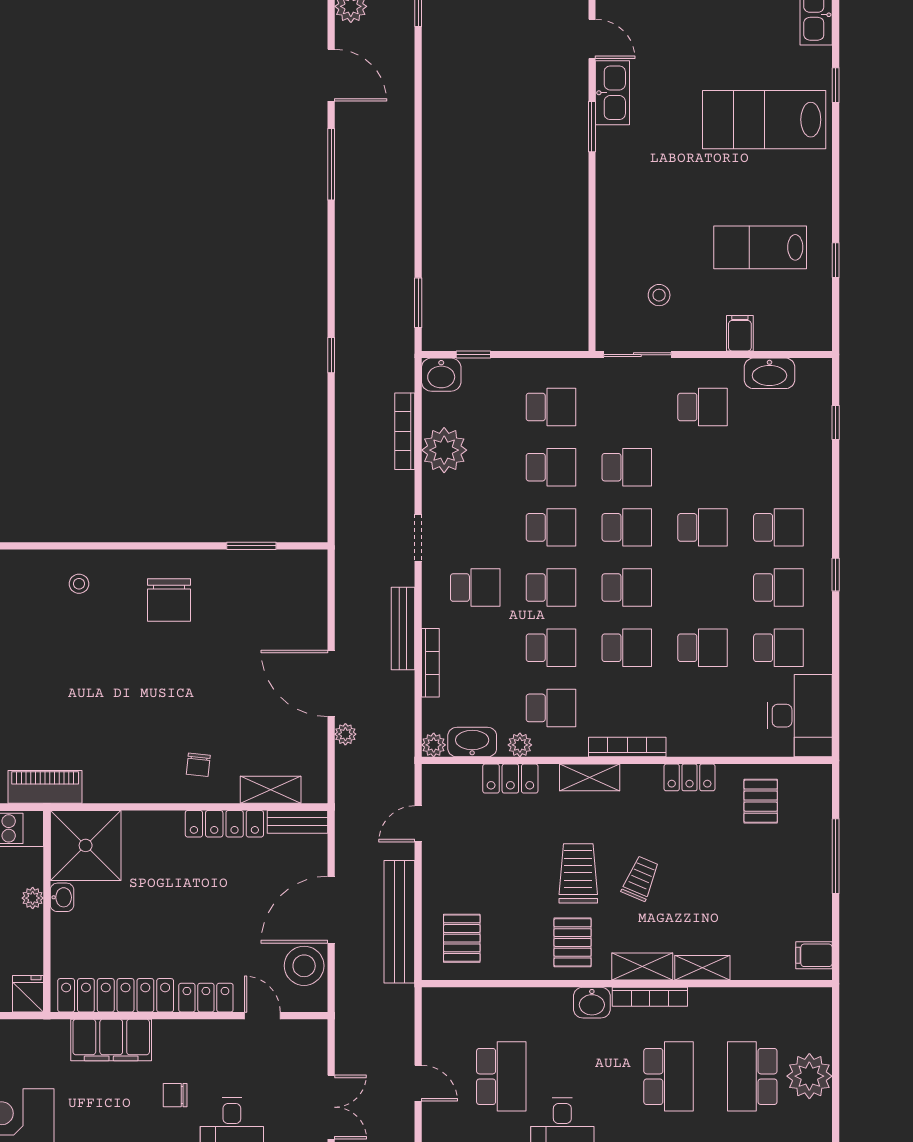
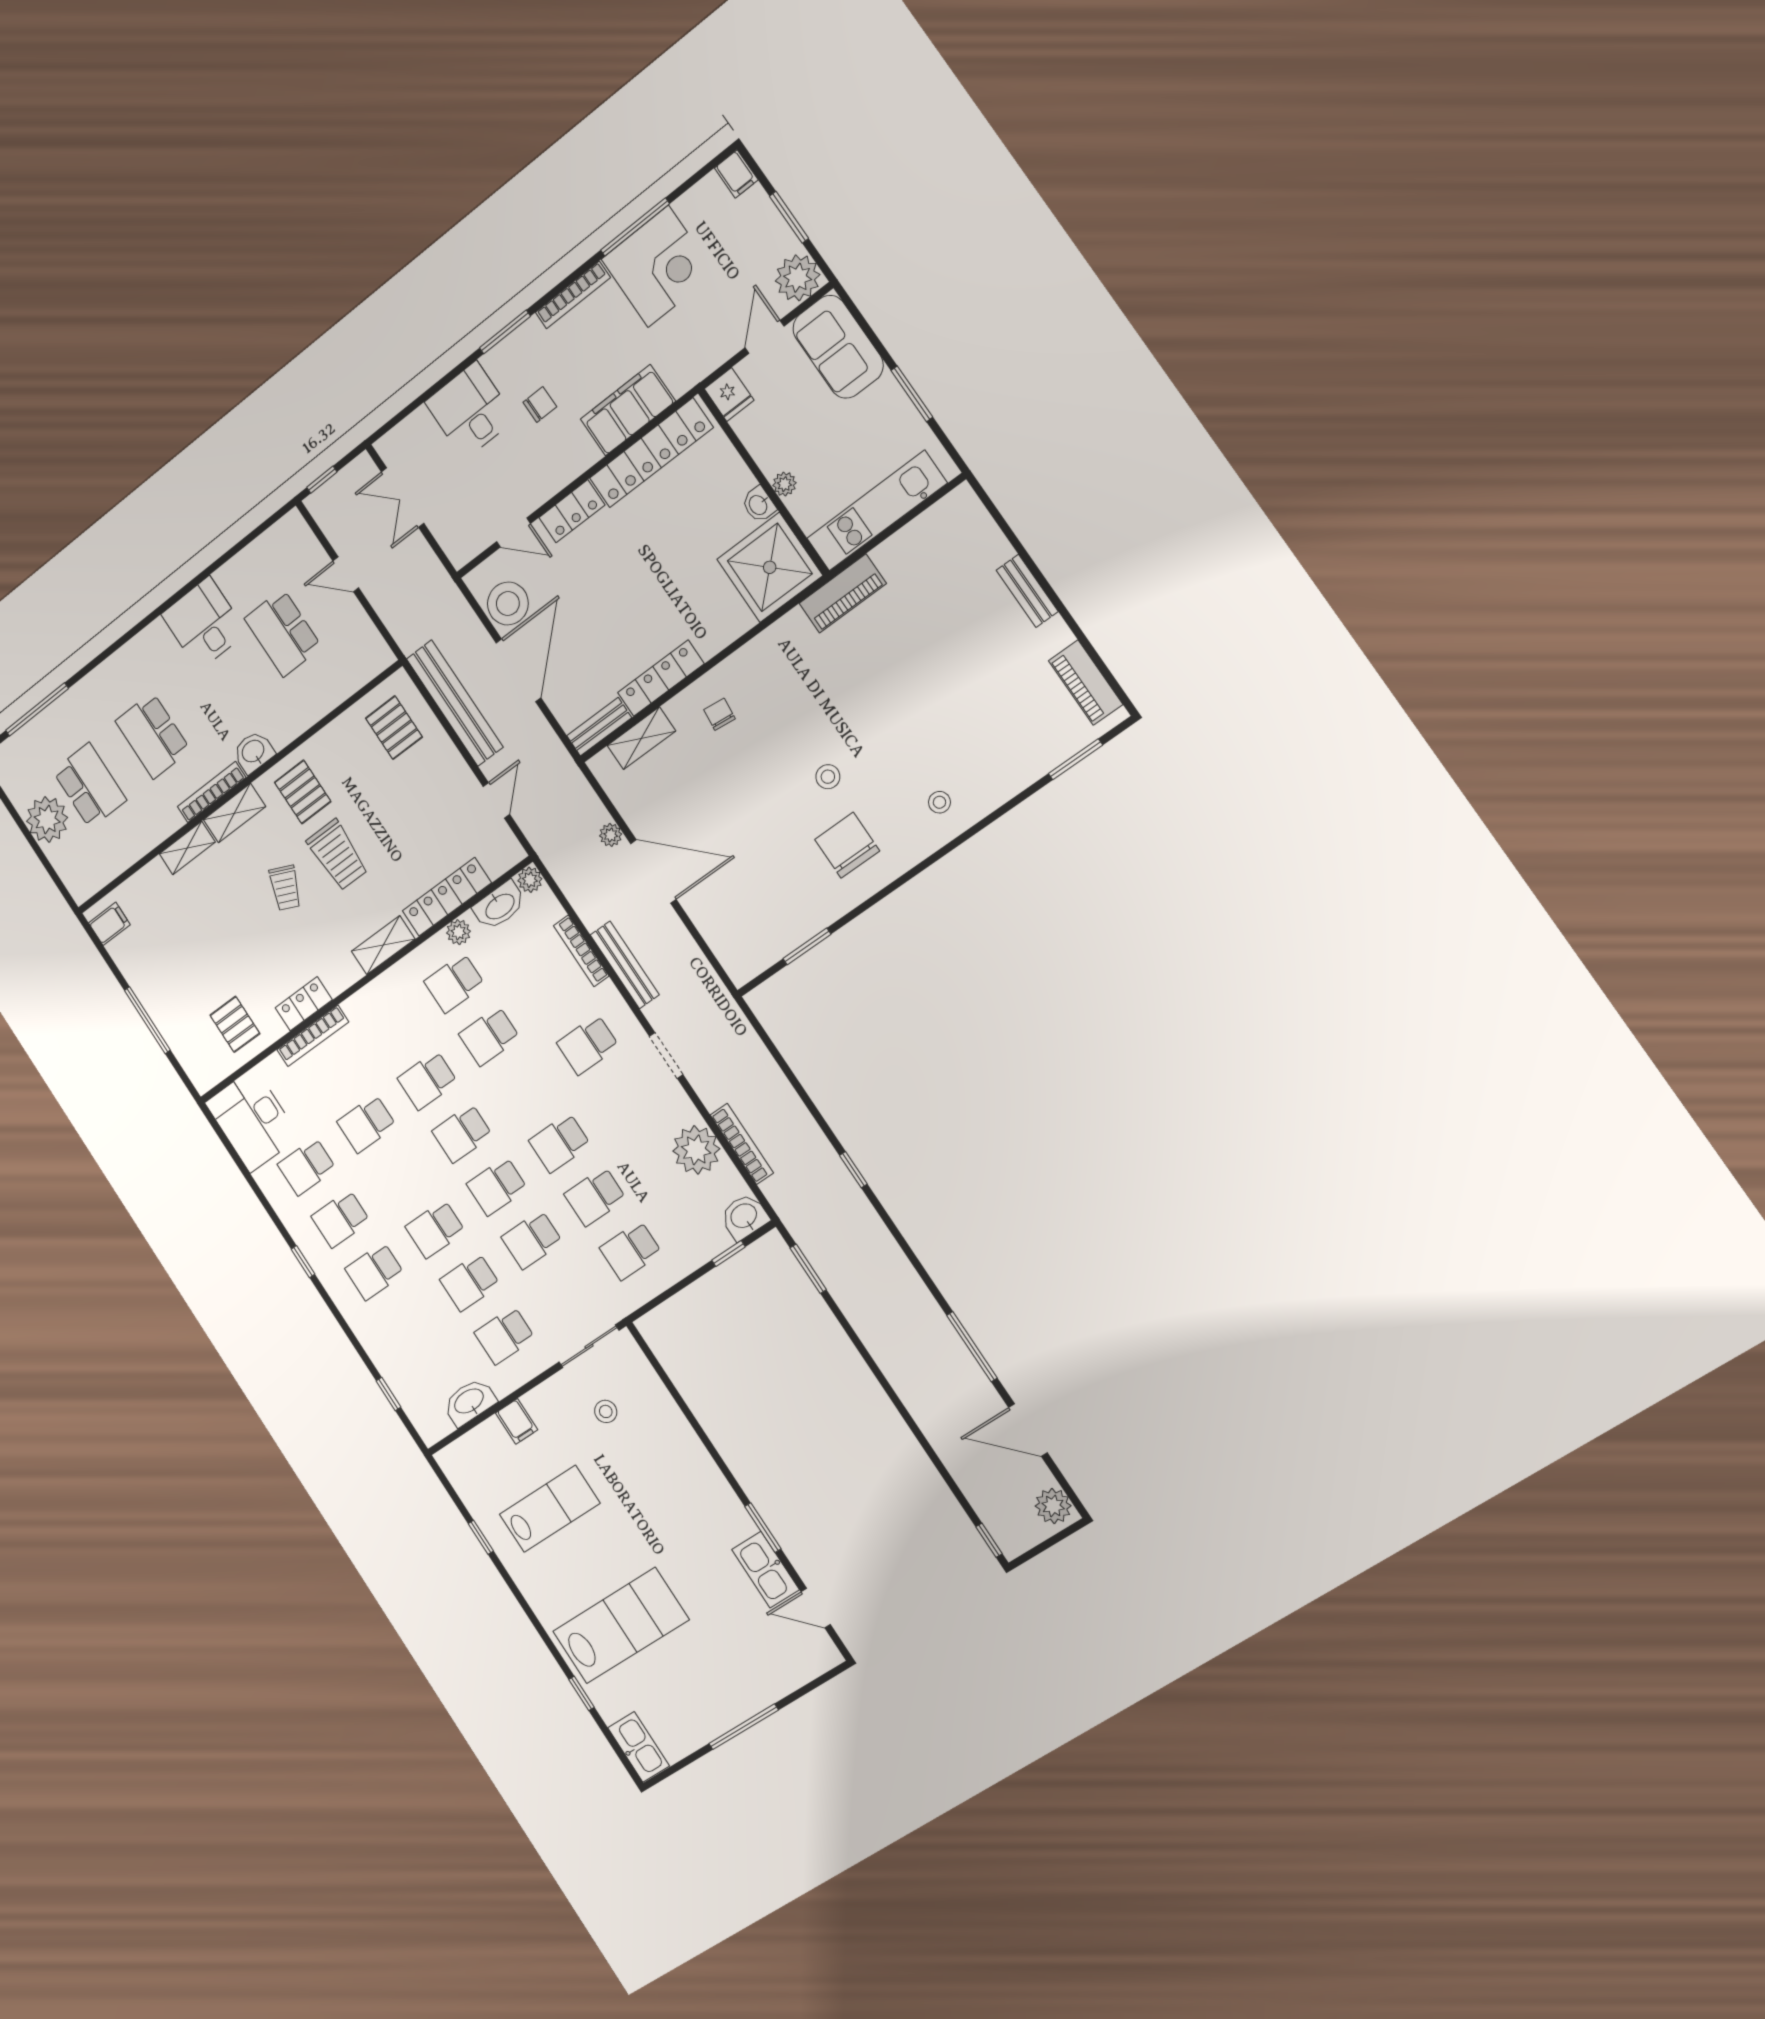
school desk: (551, 588) -> (470, 1282), moved
stool: (149, 661) -> (828, 777), added
bookcase: (627, 747) -> (313, 1036), moved
locker: (510, 779) -> (447, 897), width x1.53

